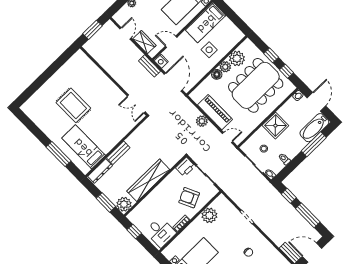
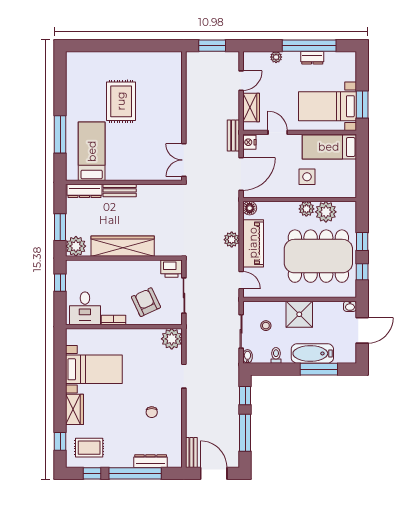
floor lamp: (217, 74) -> (250, 208), moved
bathtub: (314, 128) -> (312, 353), moved
plant: (209, 215) -> (172, 339), moved

